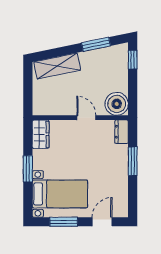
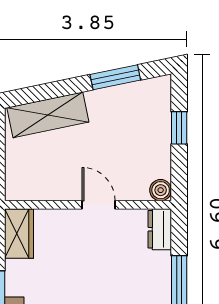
window: (133, 60) -> (179, 128), moved
boiler: (117, 104) -> (161, 190), width x0.54, depth x0.54

